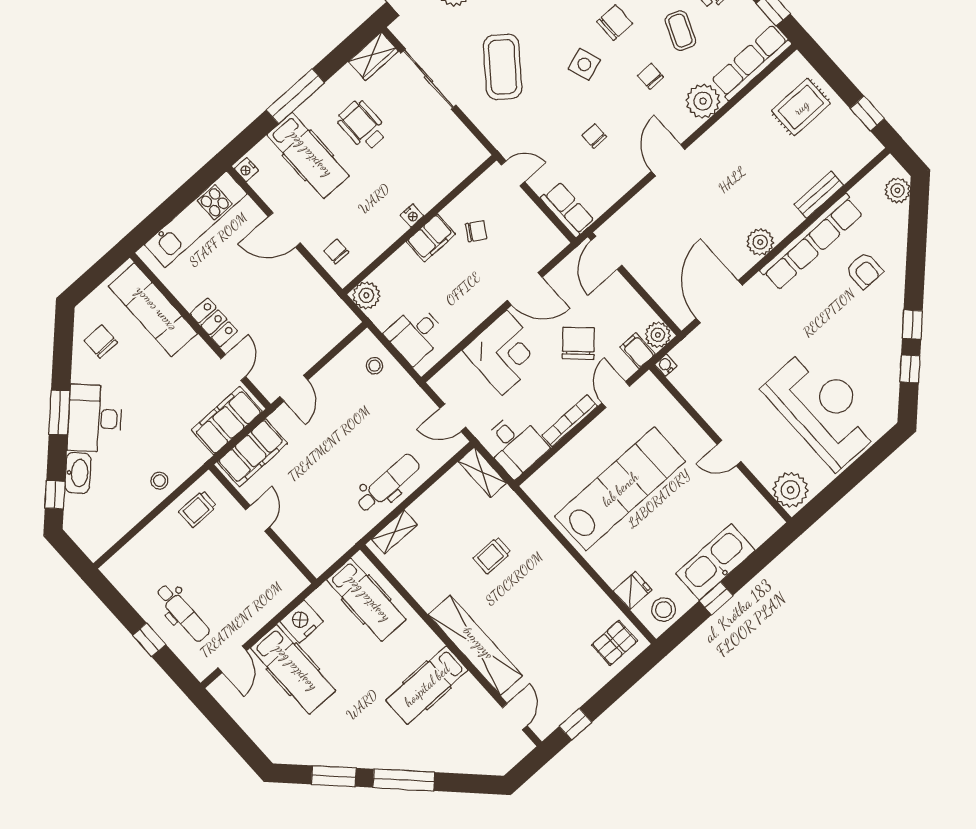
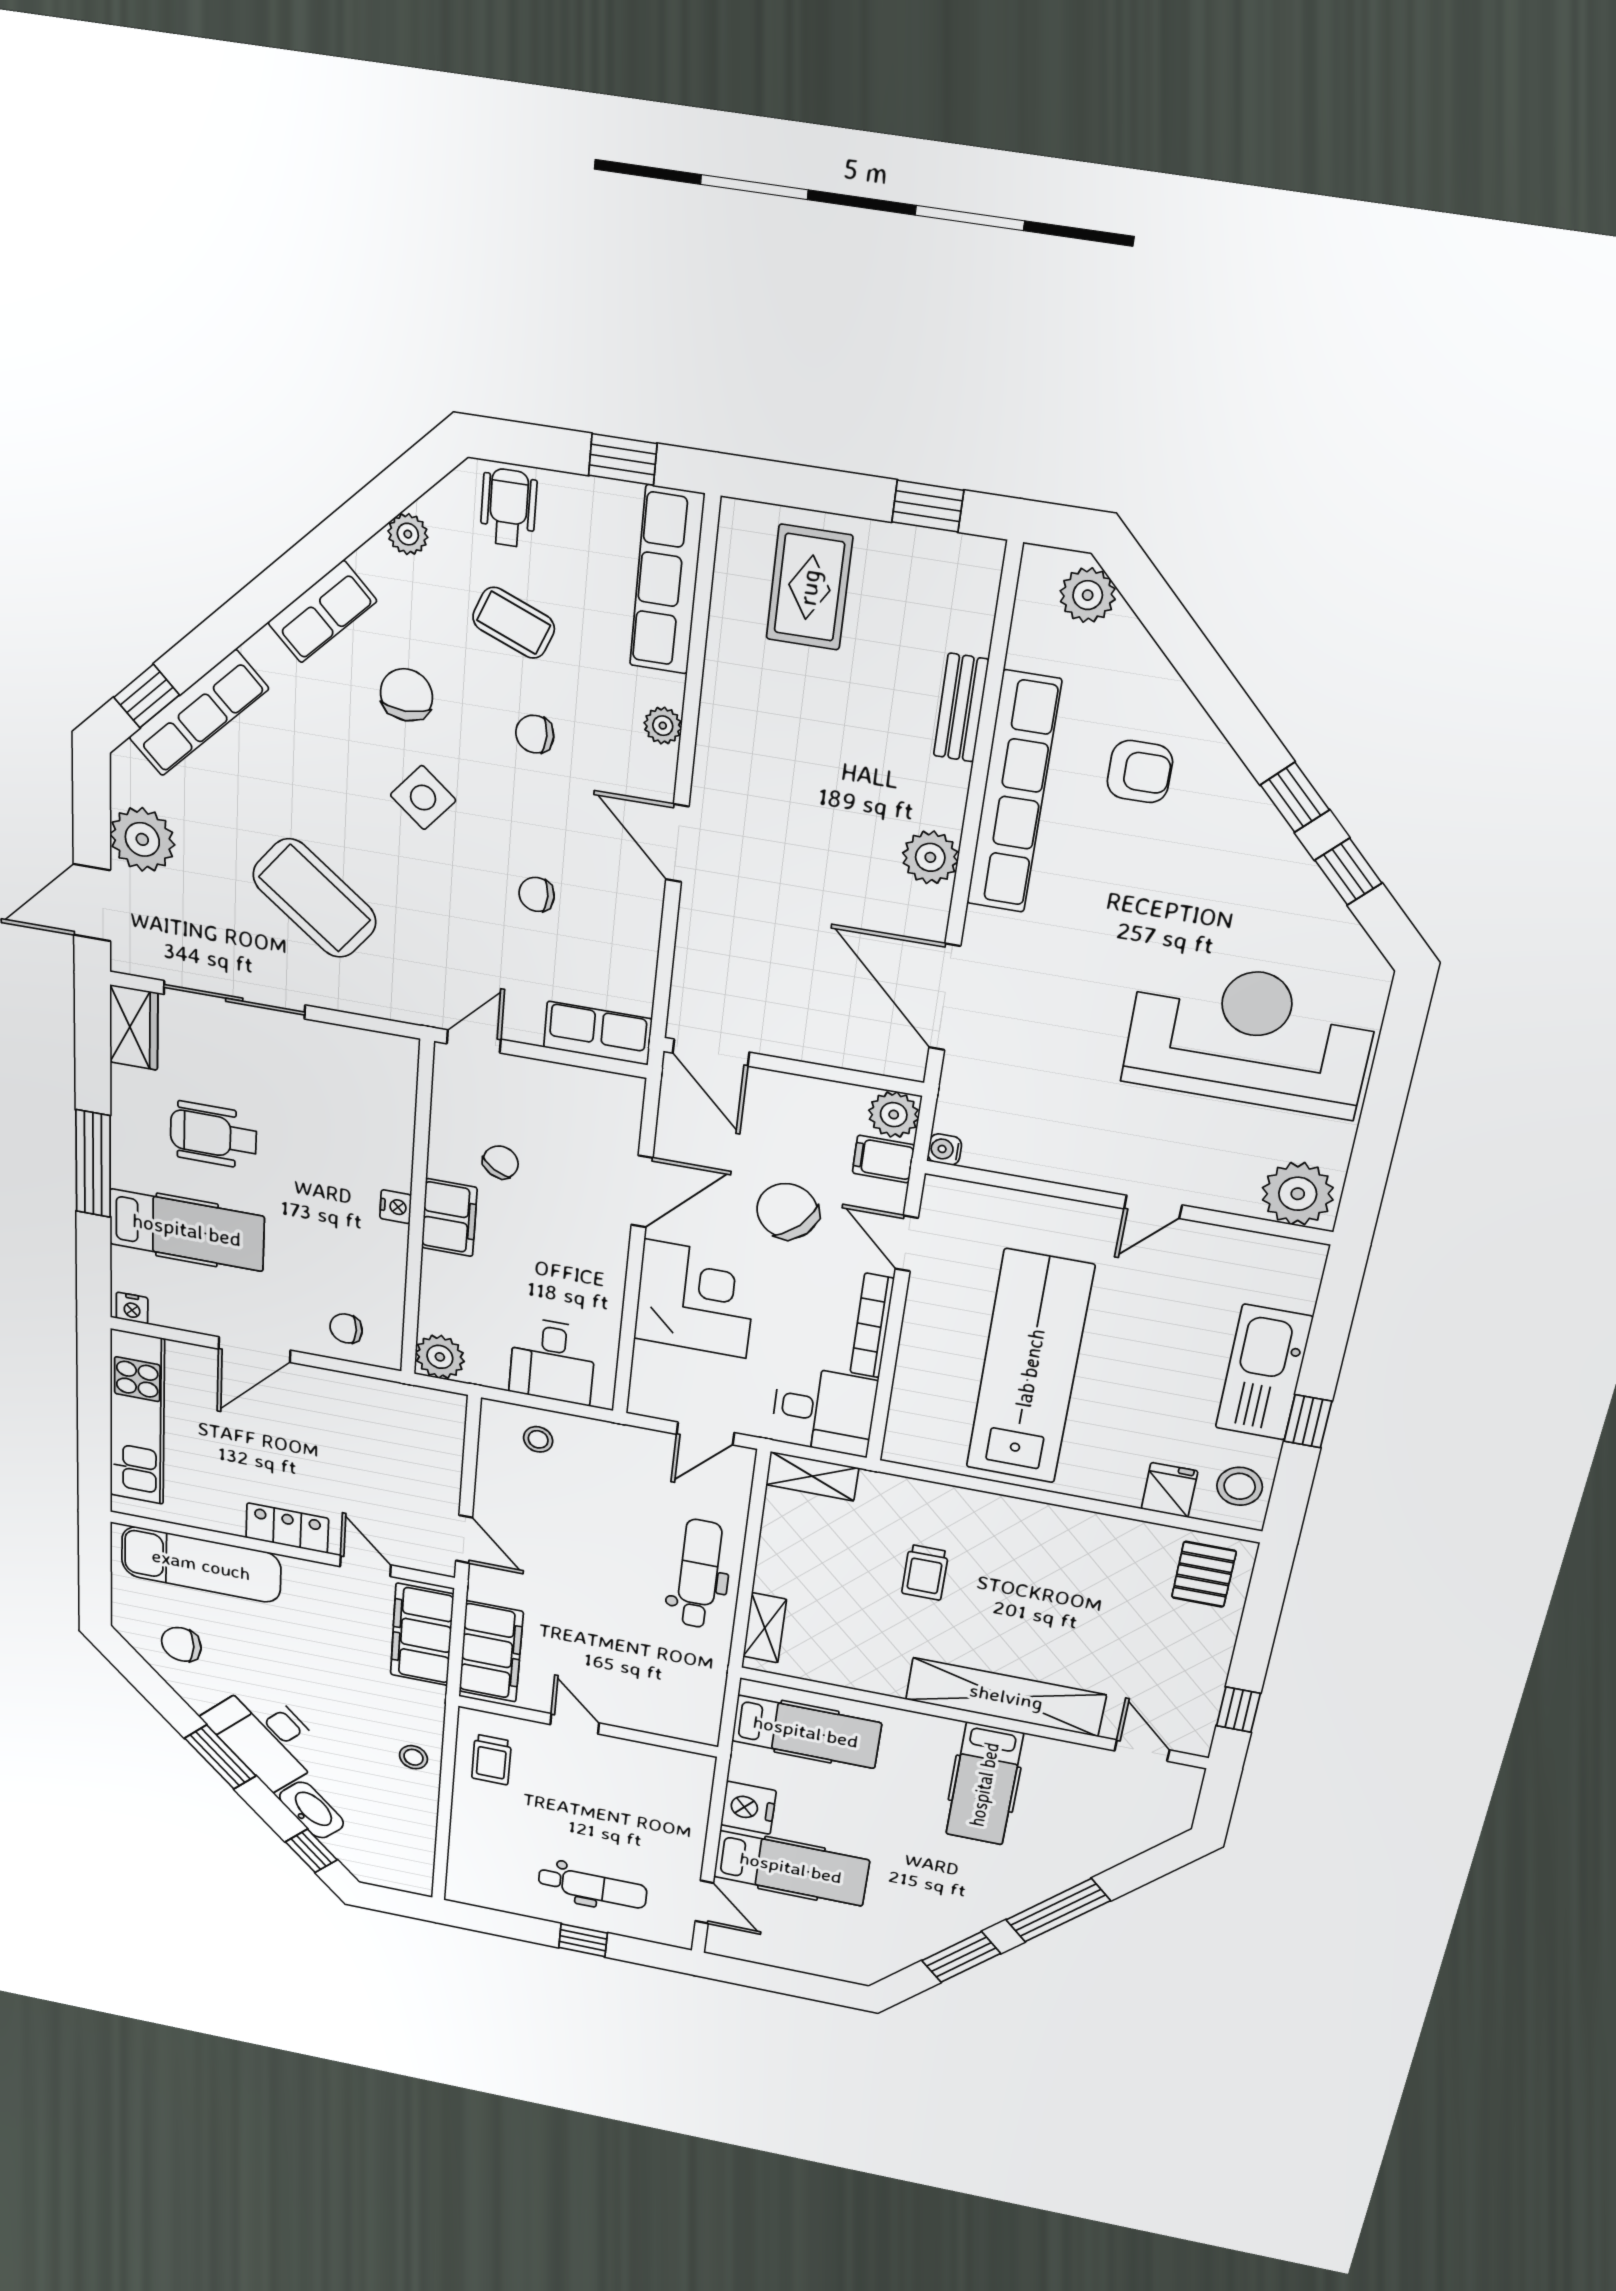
side table: (584, 64) -> (423, 798), turned -31
plant: (703, 101) -> (663, 726), width x0.53, depth x0.53

